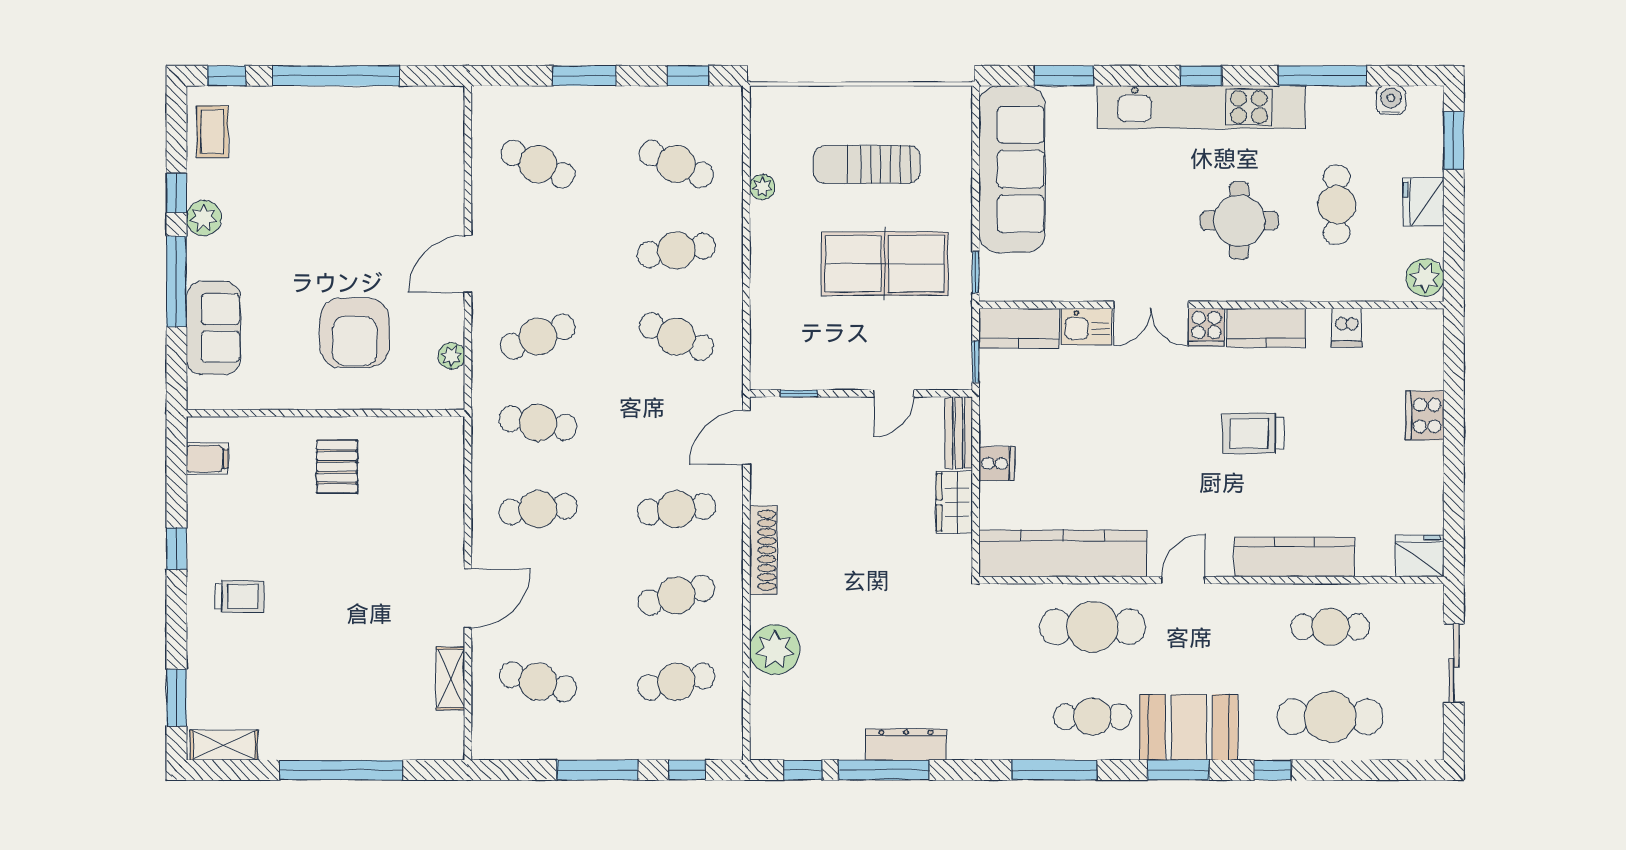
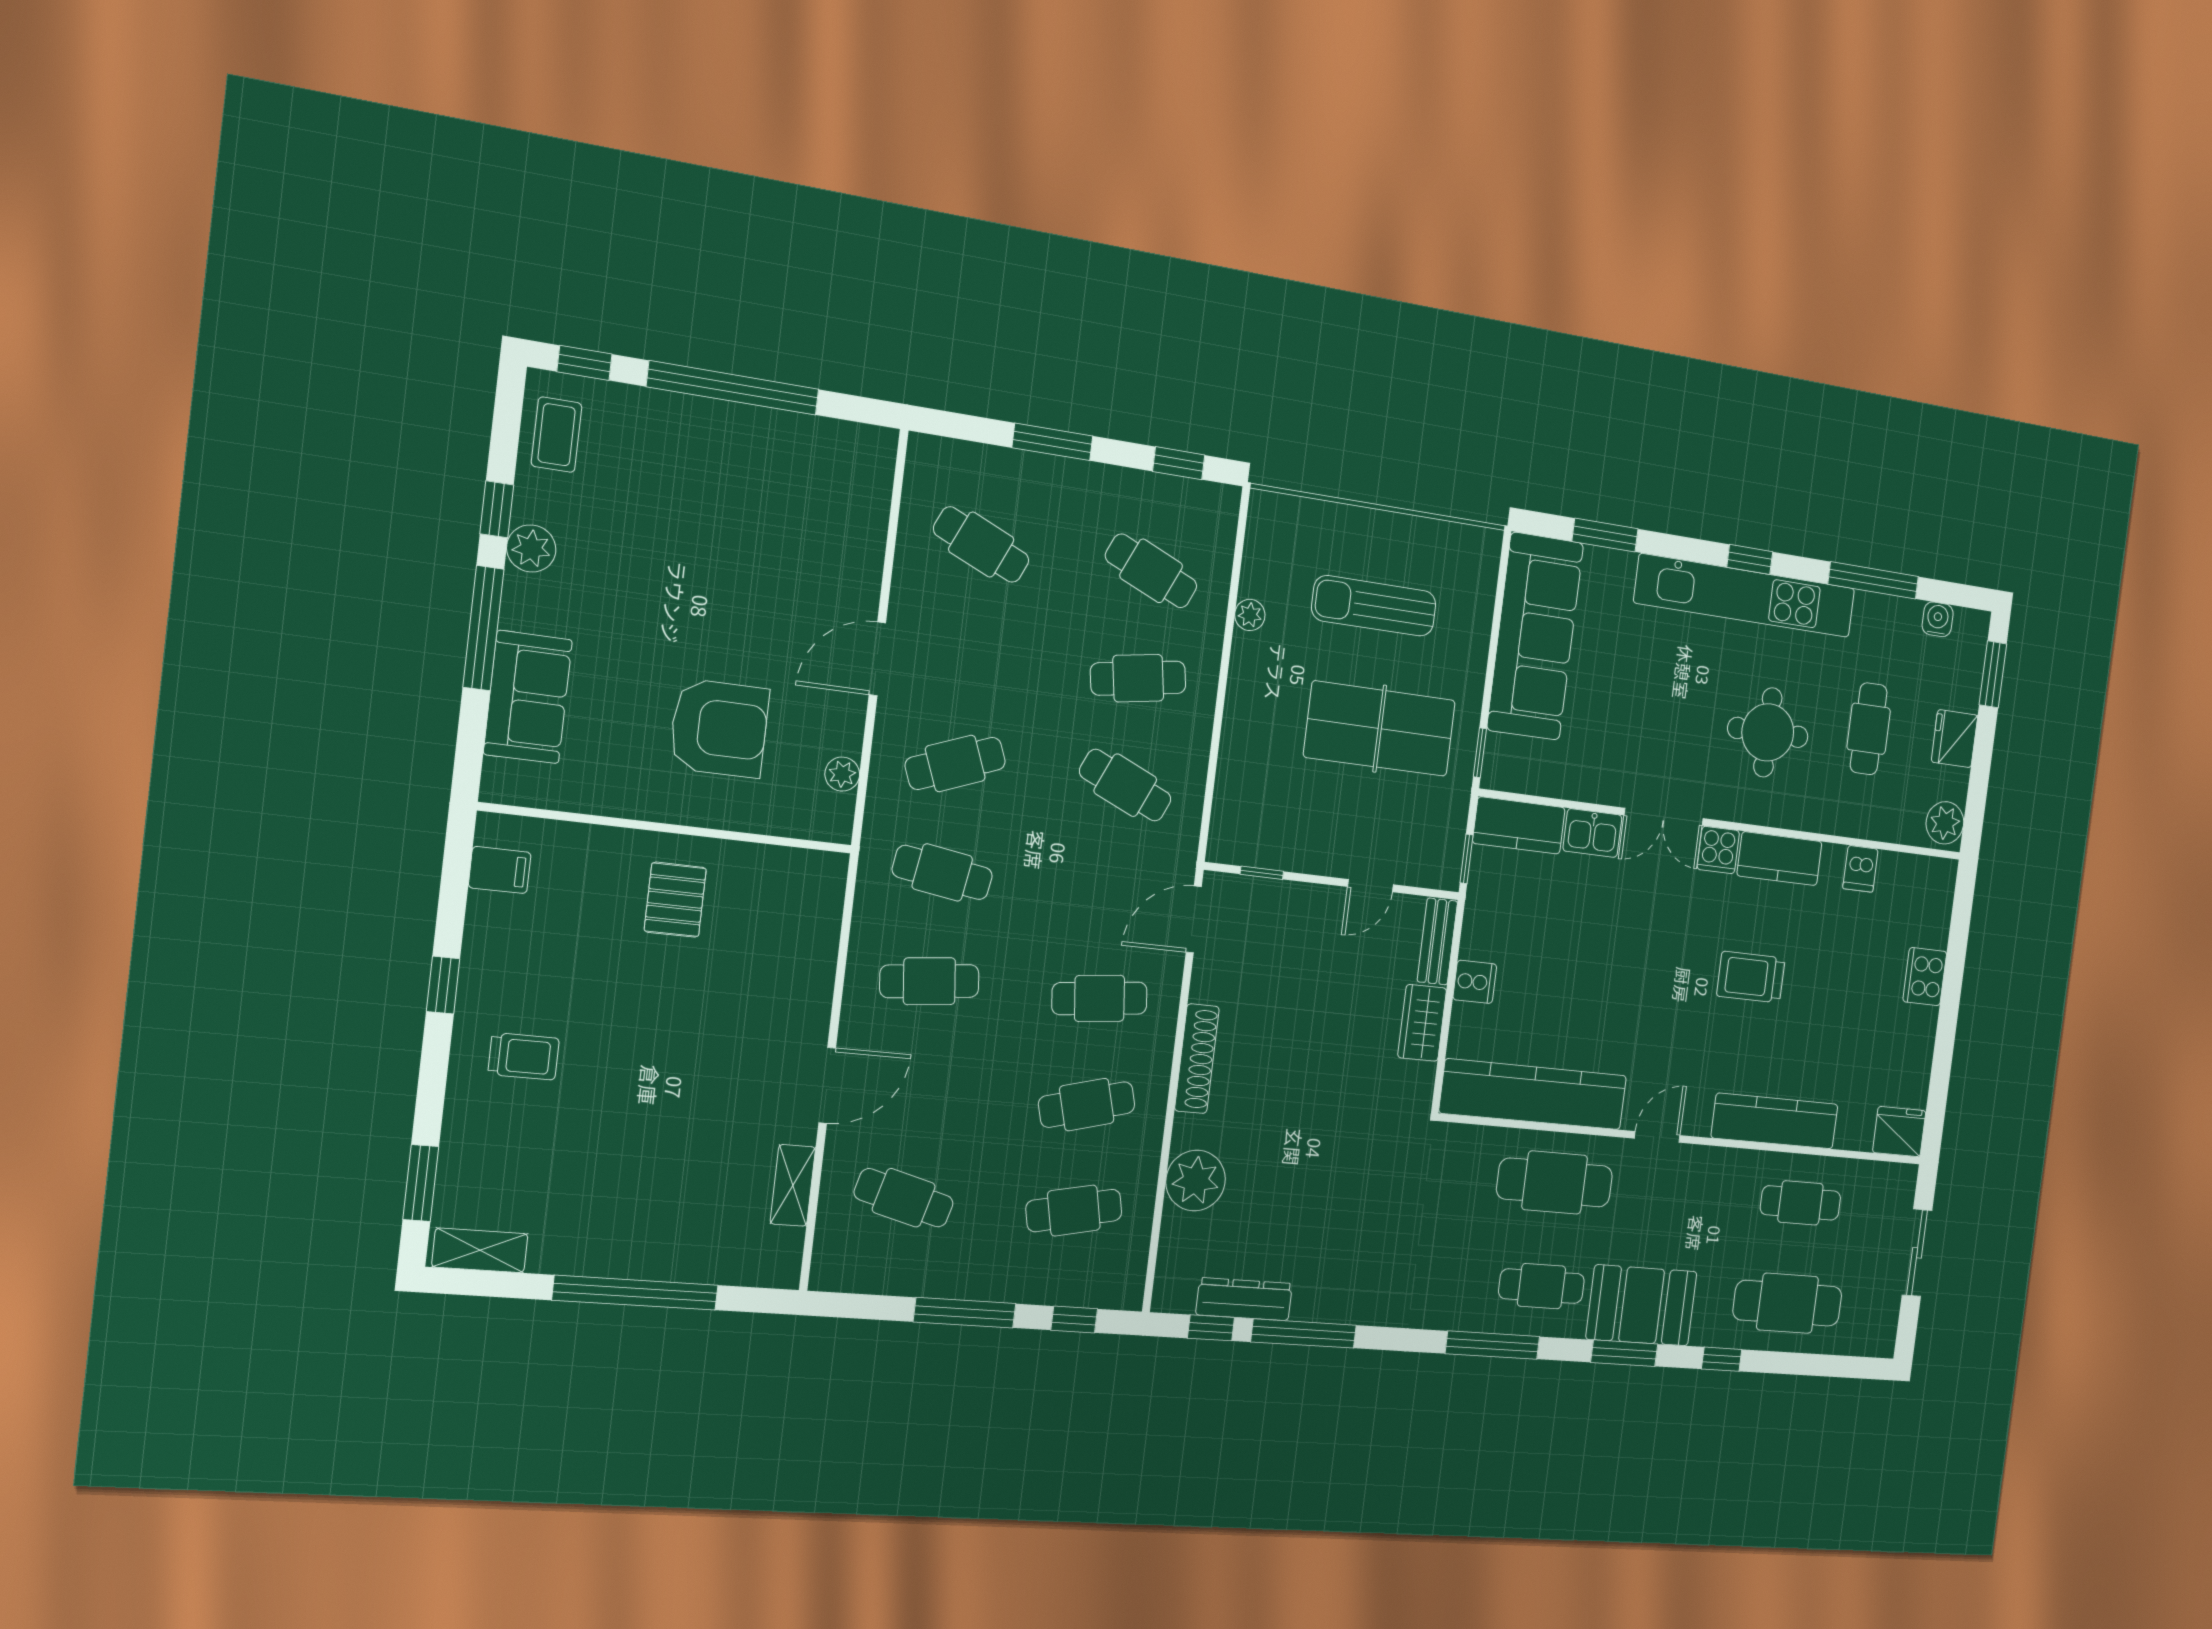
armchair: (355, 333) -> (719, 728), turned -90
dresser: (906, 744) -> (1244, 1299), moved

